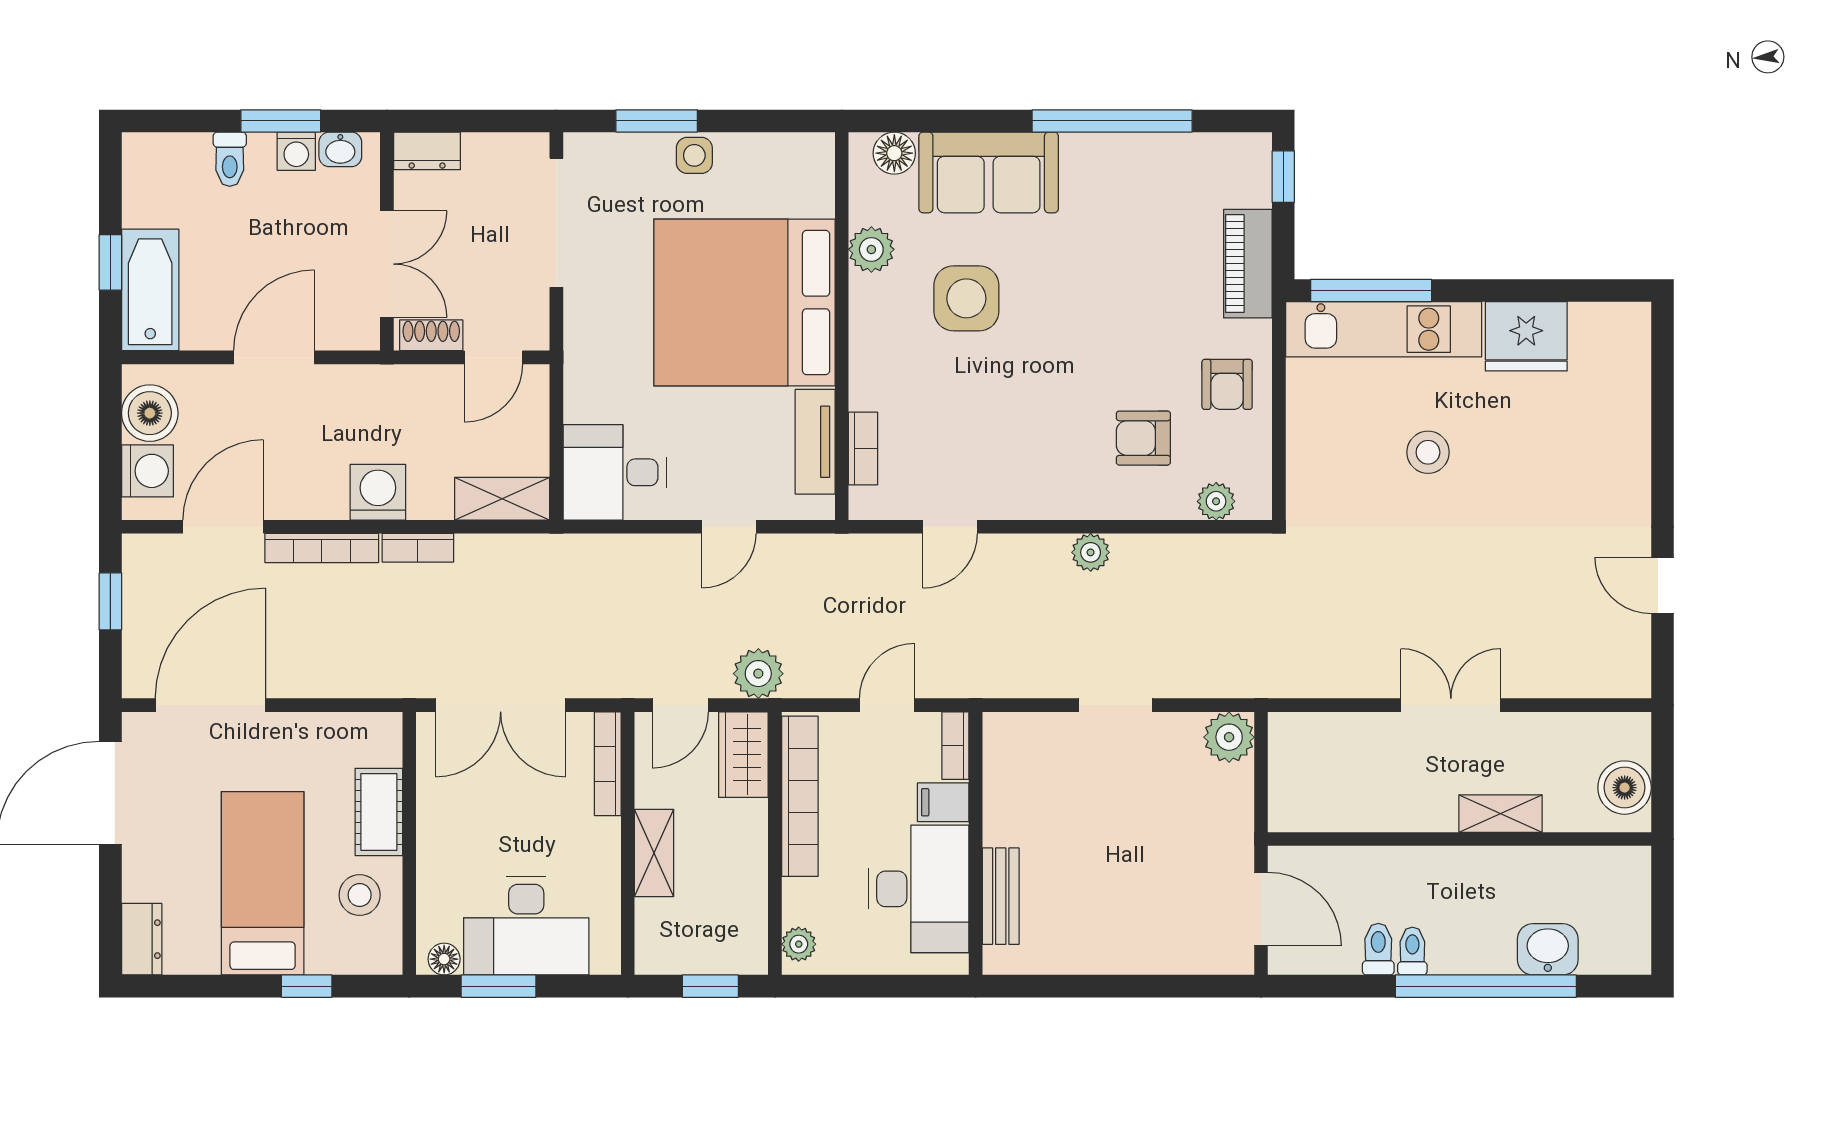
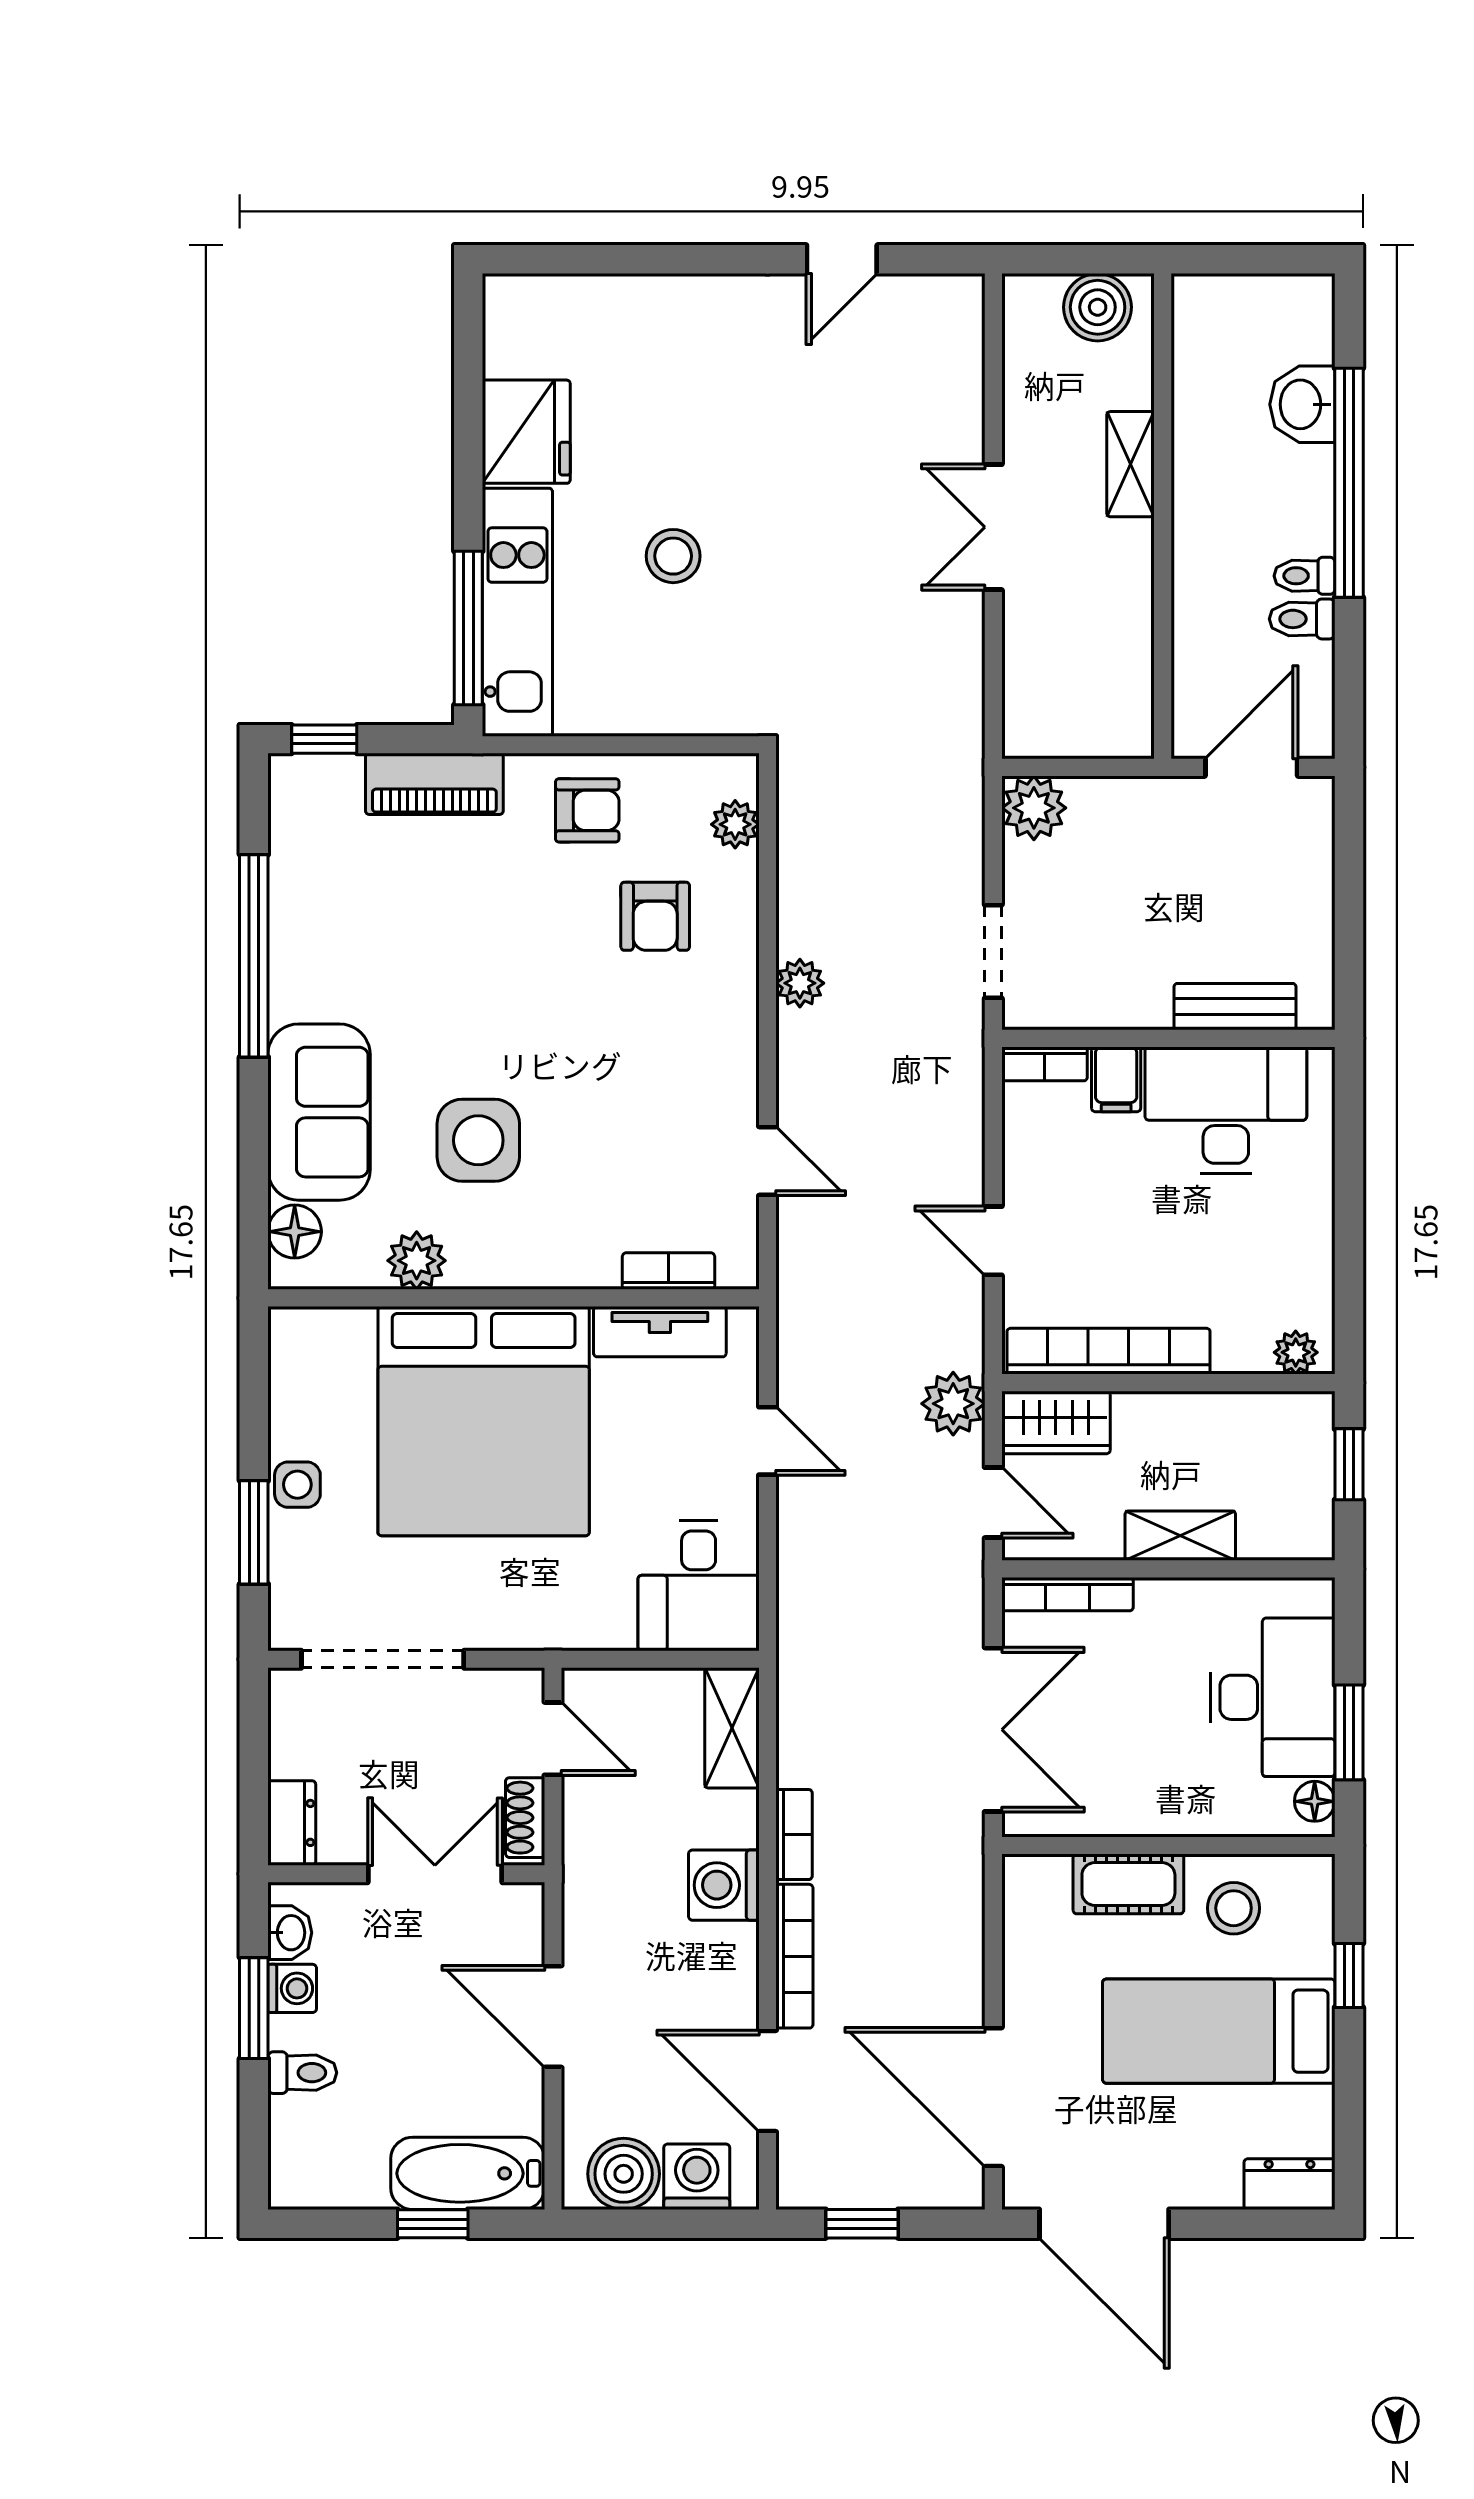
bookcase: (955, 746) -> (1044, 1064), moved
filing cabinet: (943, 802) -> (1116, 1079), moved
wall: (976, 843) -> (1168, 1038), moved
desk: (919, 889) -> (1226, 1110), moved
bench: (1001, 896) -> (1235, 1007), moved

